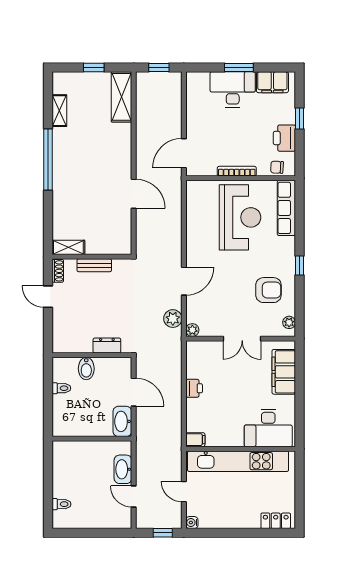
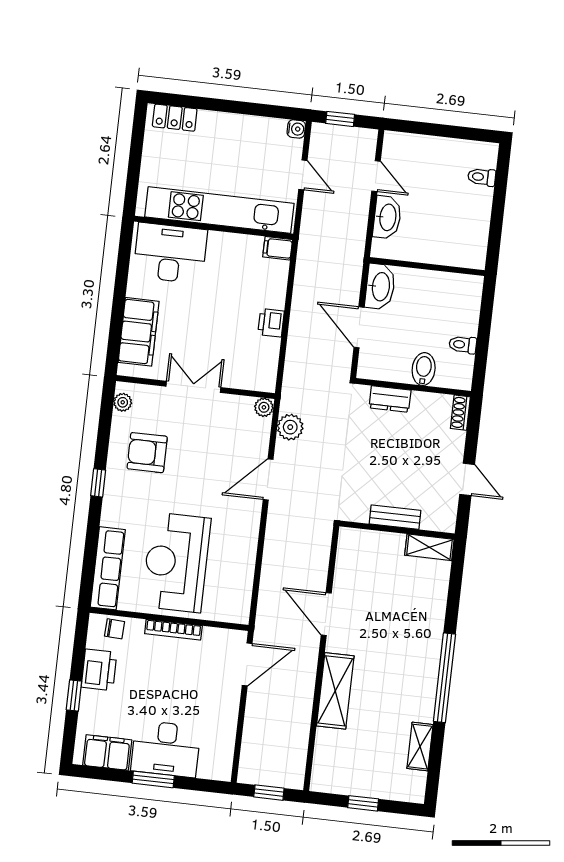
shelving: (122, 97) -> (335, 691), moved
shoe rack: (58, 271) -> (460, 413), moved

